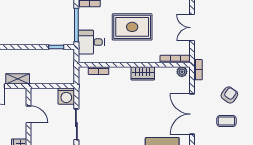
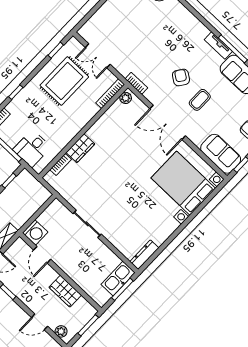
rug: (132, 27) -> (64, 81), moved
wardrobe: (143, 73) -> (80, 148), moved
washing machine: (66, 96) -> (35, 232), moved
door: (29, 114) -> (42, 255), swing flipped

